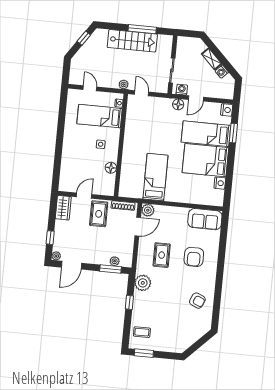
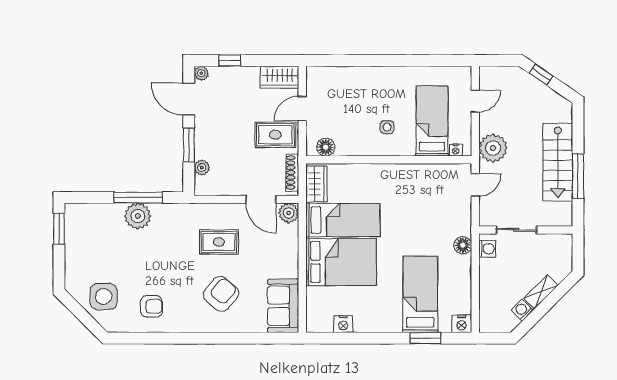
window: (84, 38) -> (541, 74), moved
plant: (124, 84) -> (493, 148), width x1.87, depth x1.87
door: (196, 98) -> (475, 273), removed
bed: (205, 160) -> (341, 262), moved, turned 90
floor lamp: (111, 168) -> (326, 147), moved
wardrobe: (131, 191) -> (316, 184), added
door: (84, 196) -> (302, 108), swing flipped
armchair: (194, 257) -> (221, 294), turned 130
window: (111, 269) -> (189, 145), moved
plant: (143, 283) -> (138, 216), moved
armchair: (197, 301) -> (151, 306), turned -113
window: (129, 302) -> (138, 198), width x2.17
side table: (188, 330) -> (104, 297), added
coffee table: (142, 332) -> (92, 222), removed

